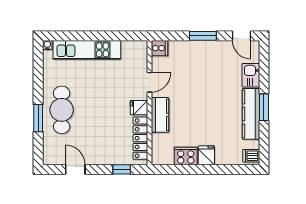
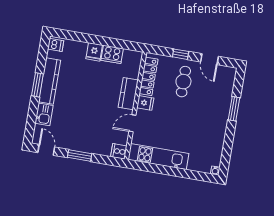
kitchen unit: (87, 50) -> (158, 157), moved
cafe table: (62, 110) -> (183, 82), moved, width x0.73, depth x0.74
window: (122, 169) -> (181, 54), moved

